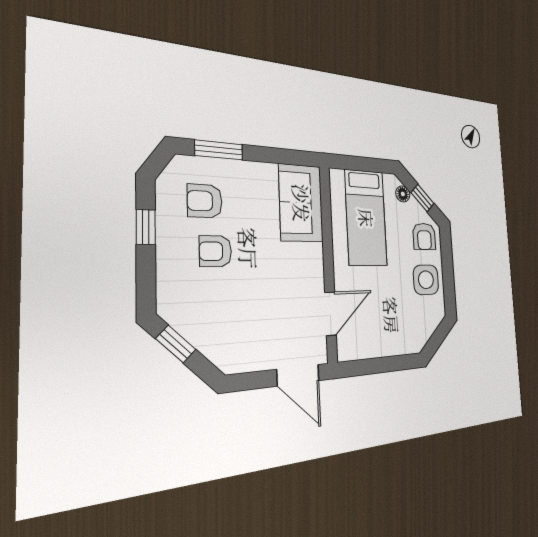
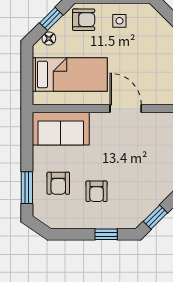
armchair: (205, 201) -> (58, 183), moved
window: (146, 227) -> (106, 234), moved
side table: (426, 280) -> (119, 21), width x0.54, depth x0.54
door: (331, 314) -> (126, 109), moved

